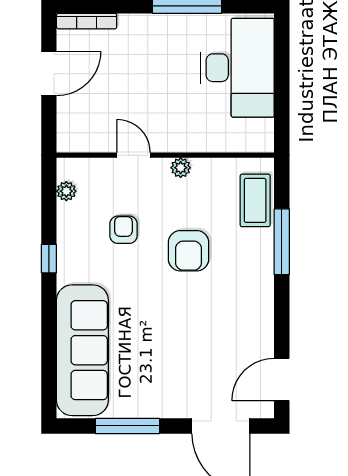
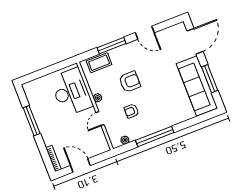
desk: (237, 68) -> (71, 92), moved, turned 90
window: (49, 259) -> (155, 136), width x3.17
sofa: (82, 350) -> (197, 86), moved, turned -90
door: (282, 379) -> (145, 33), moved

